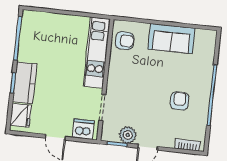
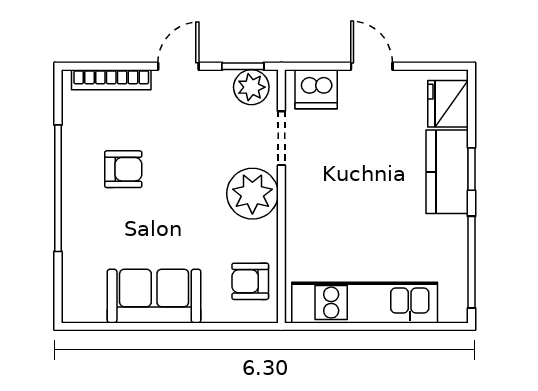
kitchen unit: (97, 53) -> (365, 303), moved, turned -90
plant: (119, 82) -> (252, 194), added
armchair: (180, 101) -> (123, 169), turned -90
plant: (128, 135) -> (251, 87), moved
bookcase: (188, 145) -> (111, 80), width x1.56

